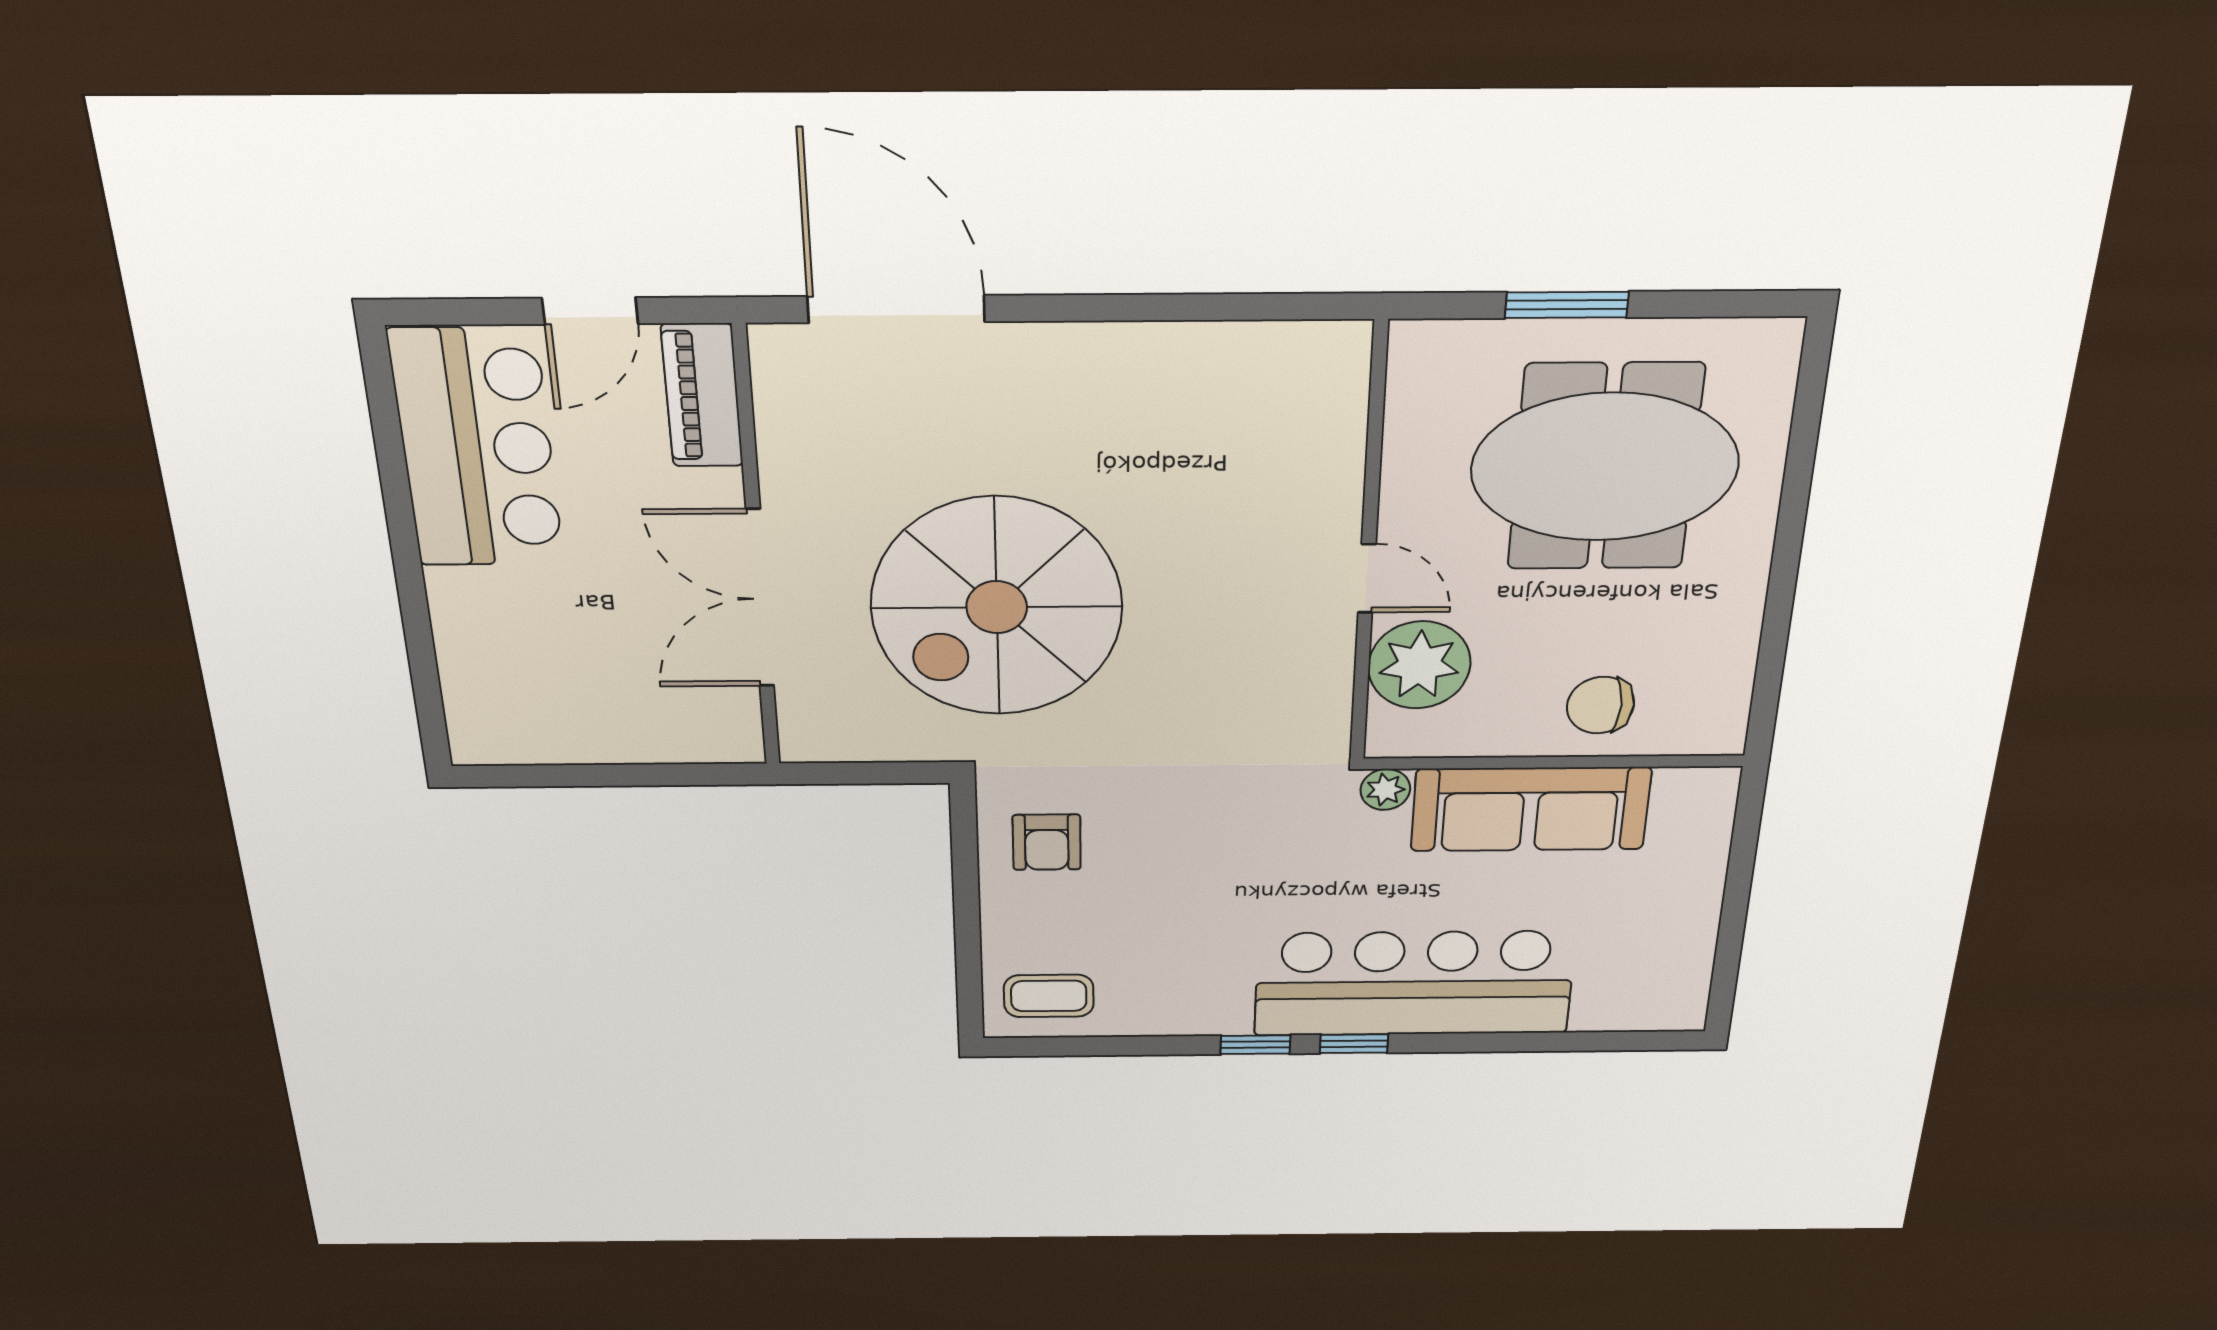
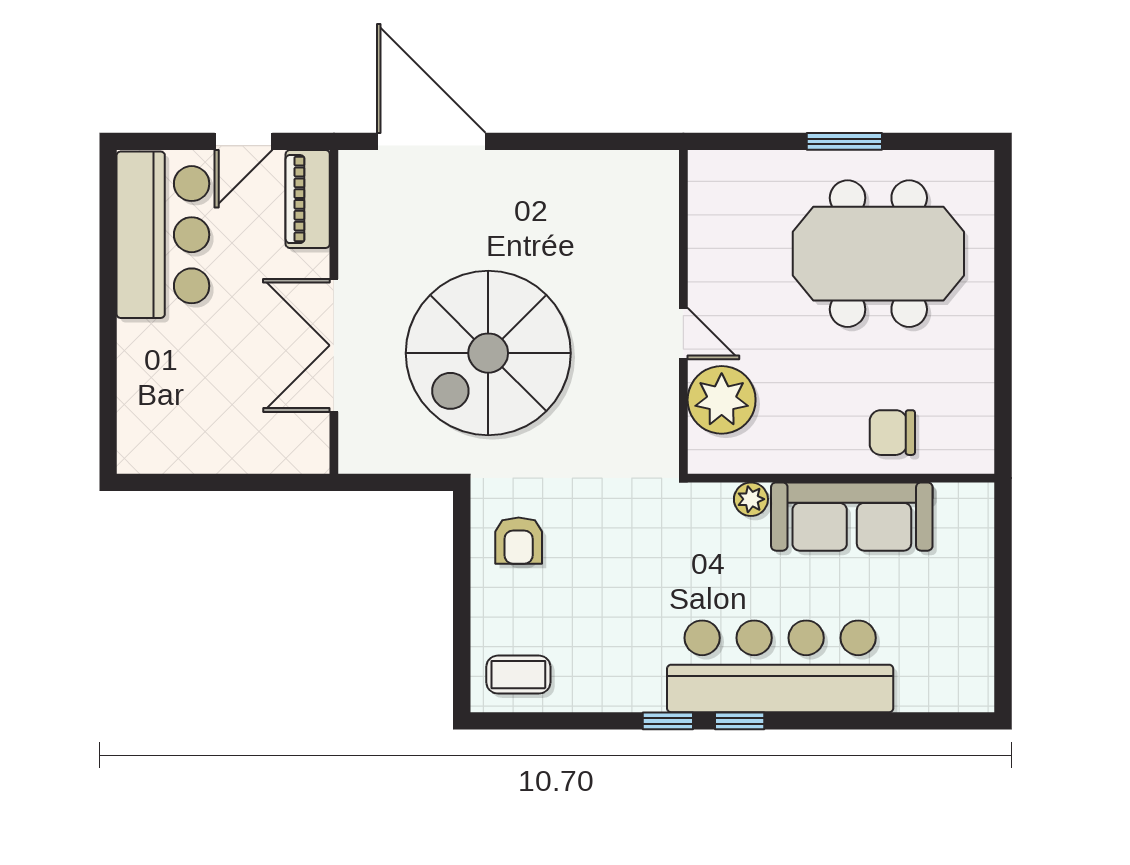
wall: (1369, 549) -> (683, 312), moved
door: (1367, 578) -> (683, 334), moved
plant: (1419, 665) -> (722, 400), moved

